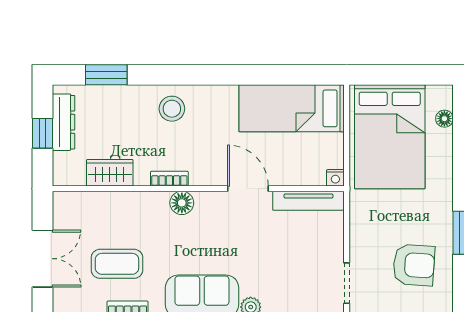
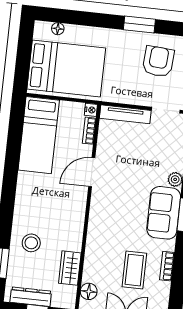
stool: (172, 109) -> (31, 243), moved
bookcase: (169, 179) -> (89, 131), moved
tv unit: (309, 201) -> (125, 114), moved, turned 90
floor lamp: (182, 203) -> (89, 291), moved

